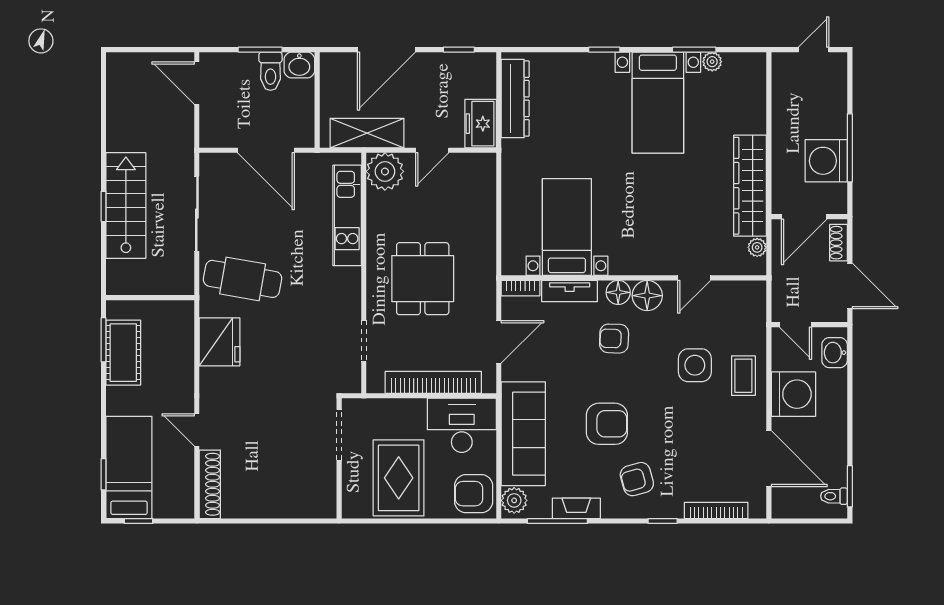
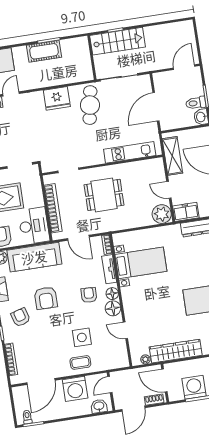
plant: (385, 171) -> (162, 214), moved
wall: (150, 298) -> (92, 58), moved

